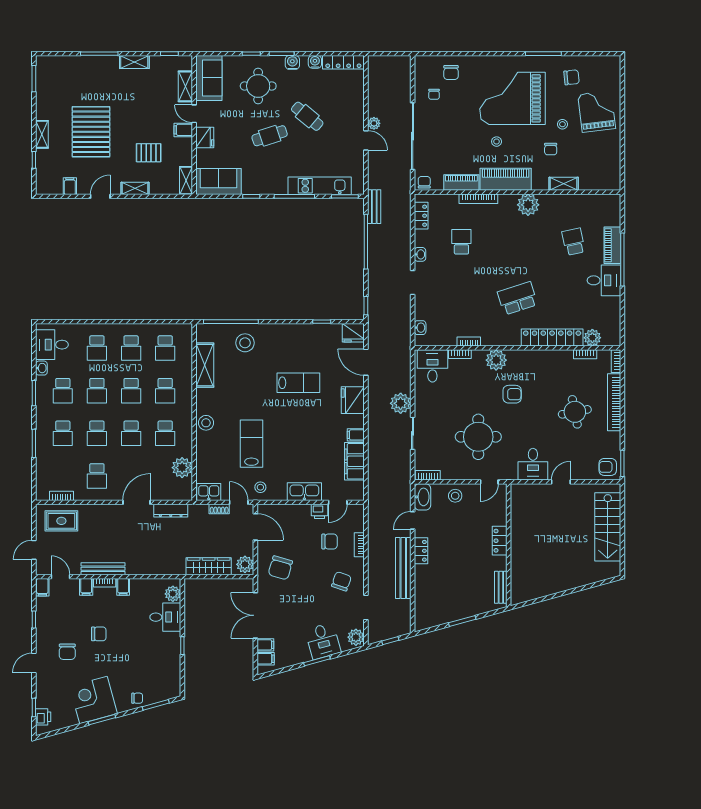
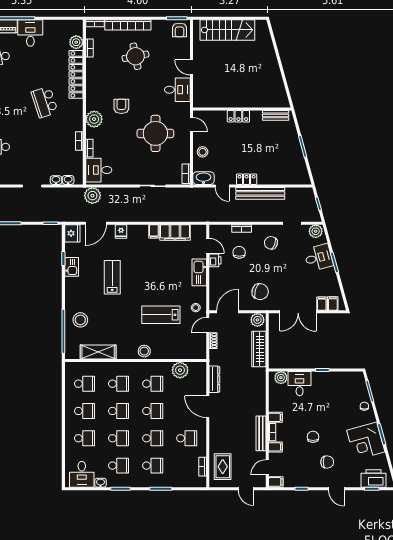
washbasin: (420, 254) -> (56, 180), moved
fridge: (353, 400) -> (121, 231), width x0.53, depth x0.75
plant: (401, 403) -> (92, 196), moved
kitchen sink: (209, 492) -> (72, 267), moved, turned 180
printer: (43, 717) -> (373, 478), width x1.87, depth x1.48

